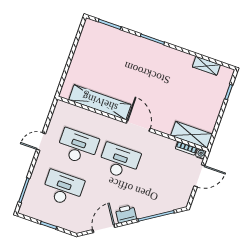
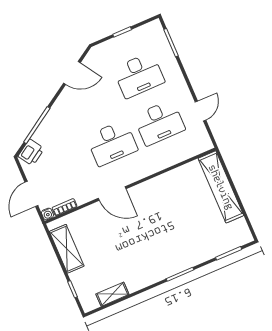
shelving: (100, 102) -> (221, 187), moved, turned 90
door: (138, 126) -> (112, 194), moved
shelving: (192, 135) -> (67, 249), moved, turned 90
door: (41, 142) -> (200, 111), moved
printer: (126, 214) -> (31, 152), moved
door: (104, 228) -> (72, 73), hinge flipped

